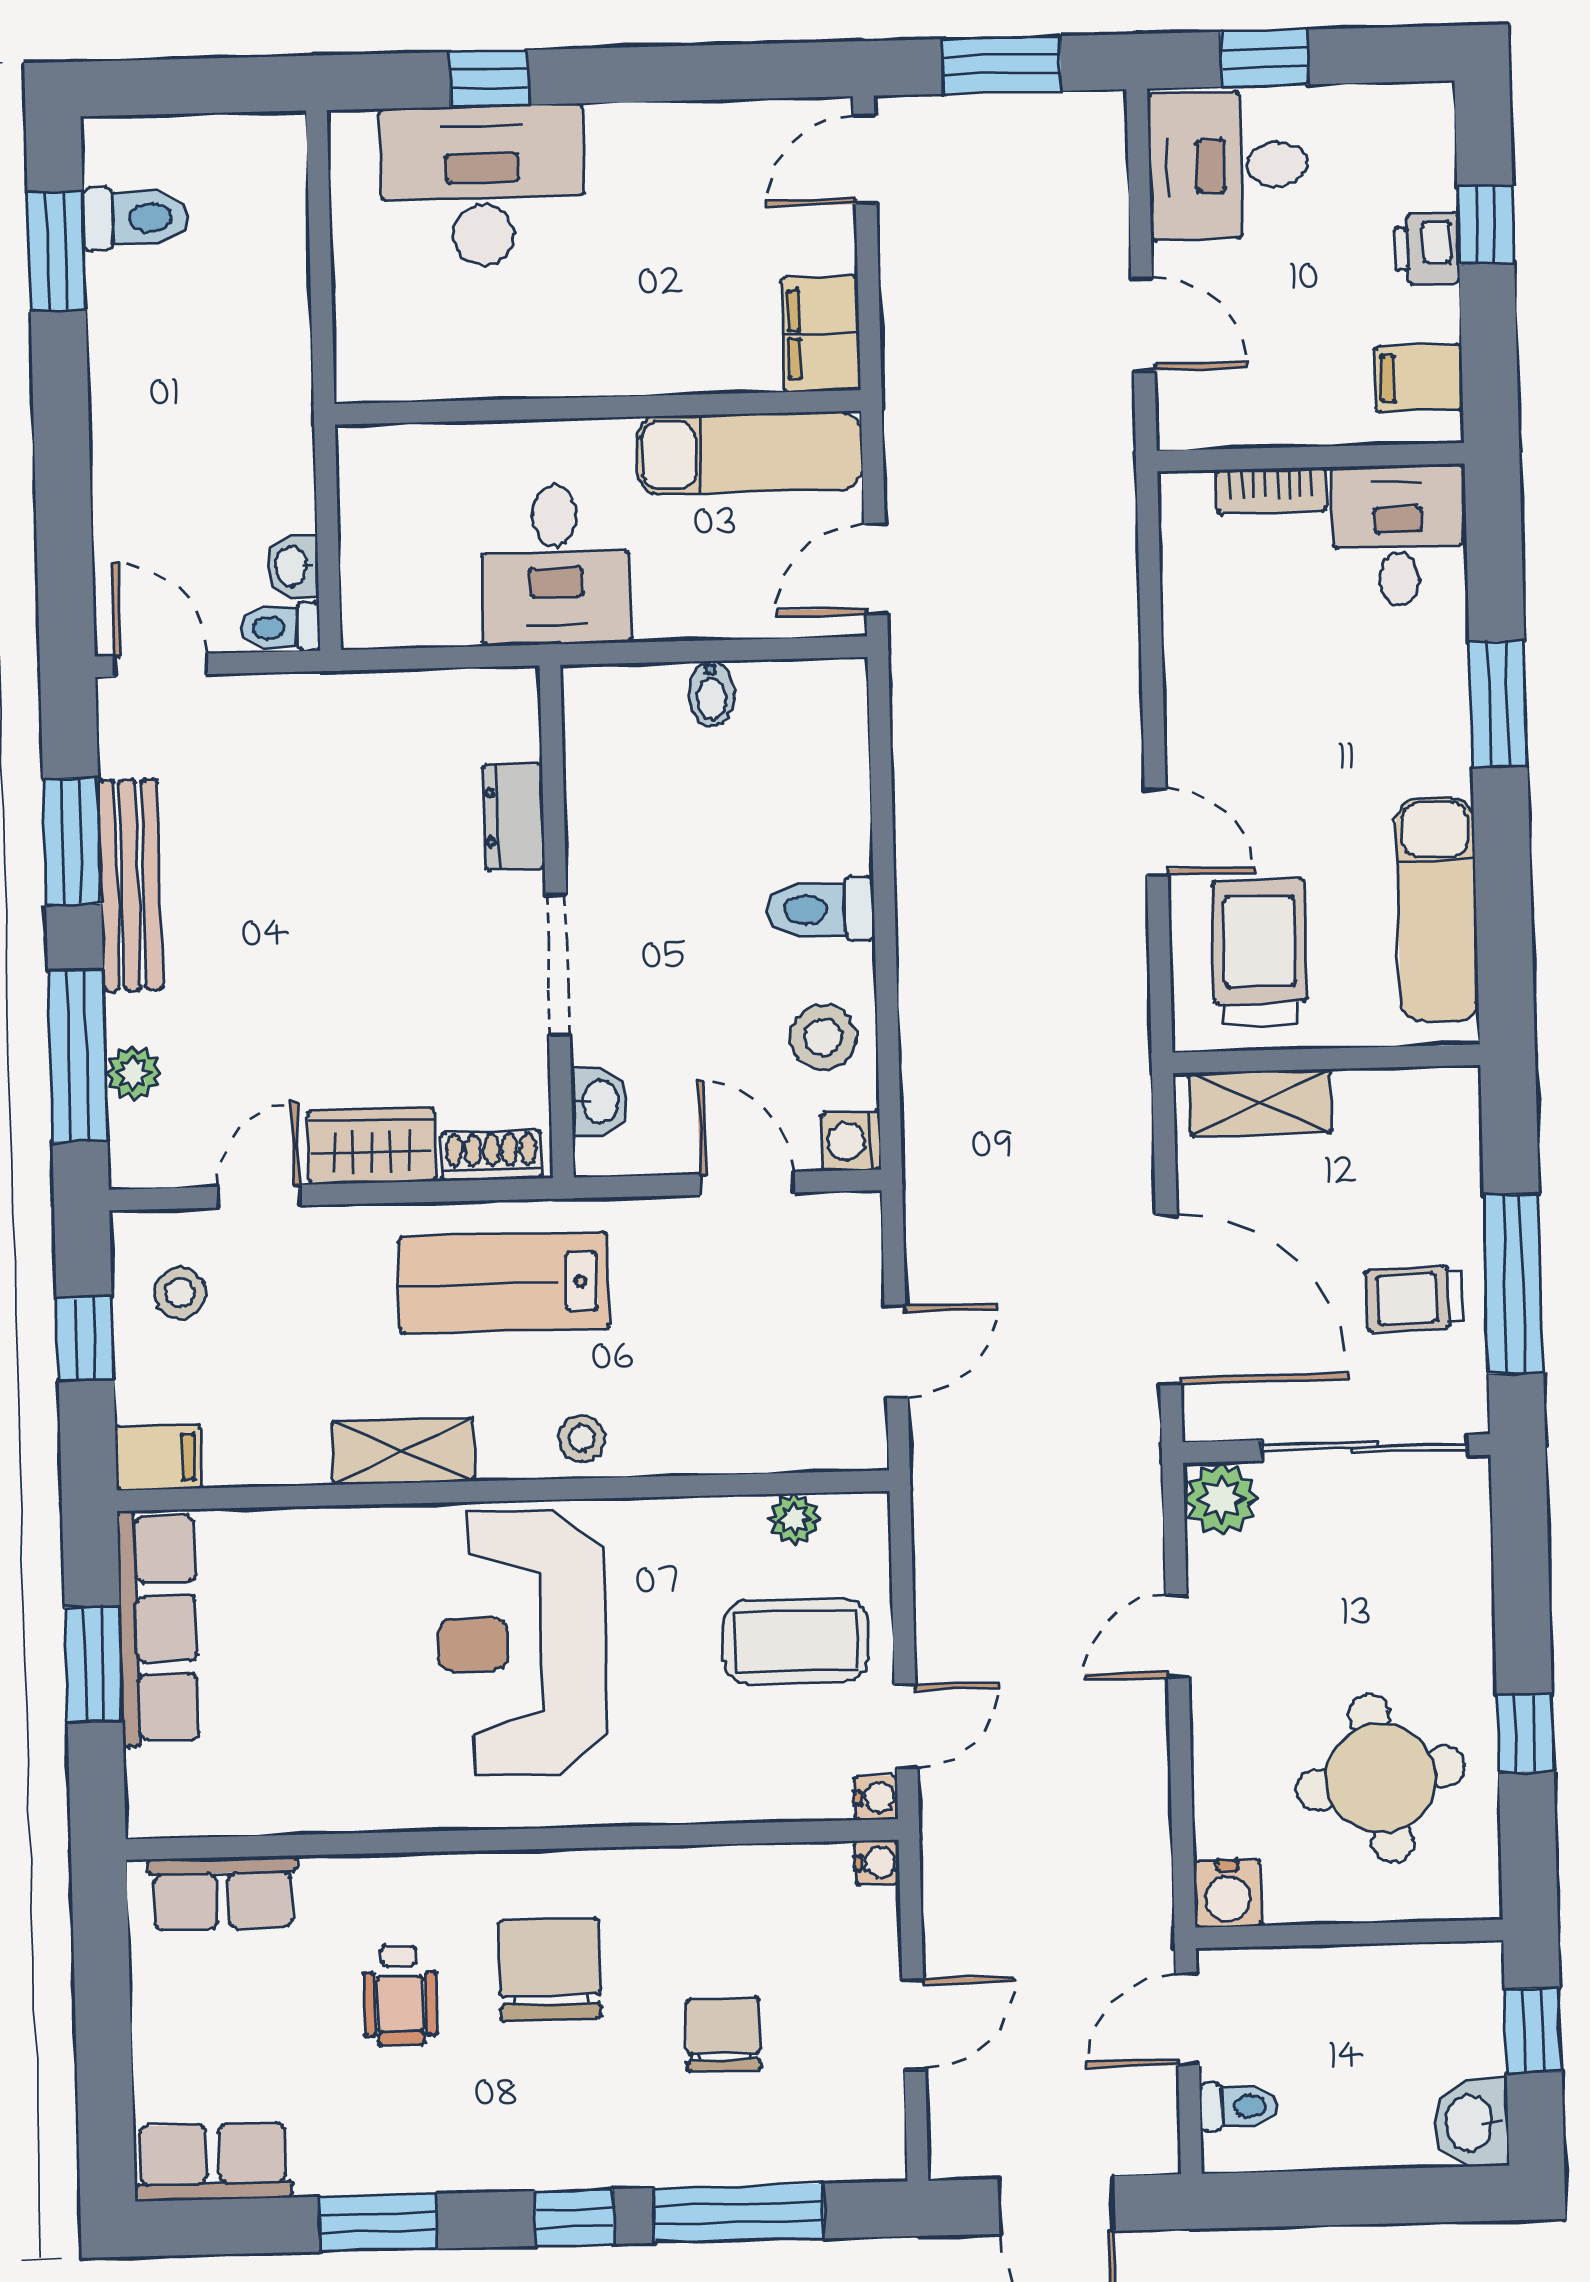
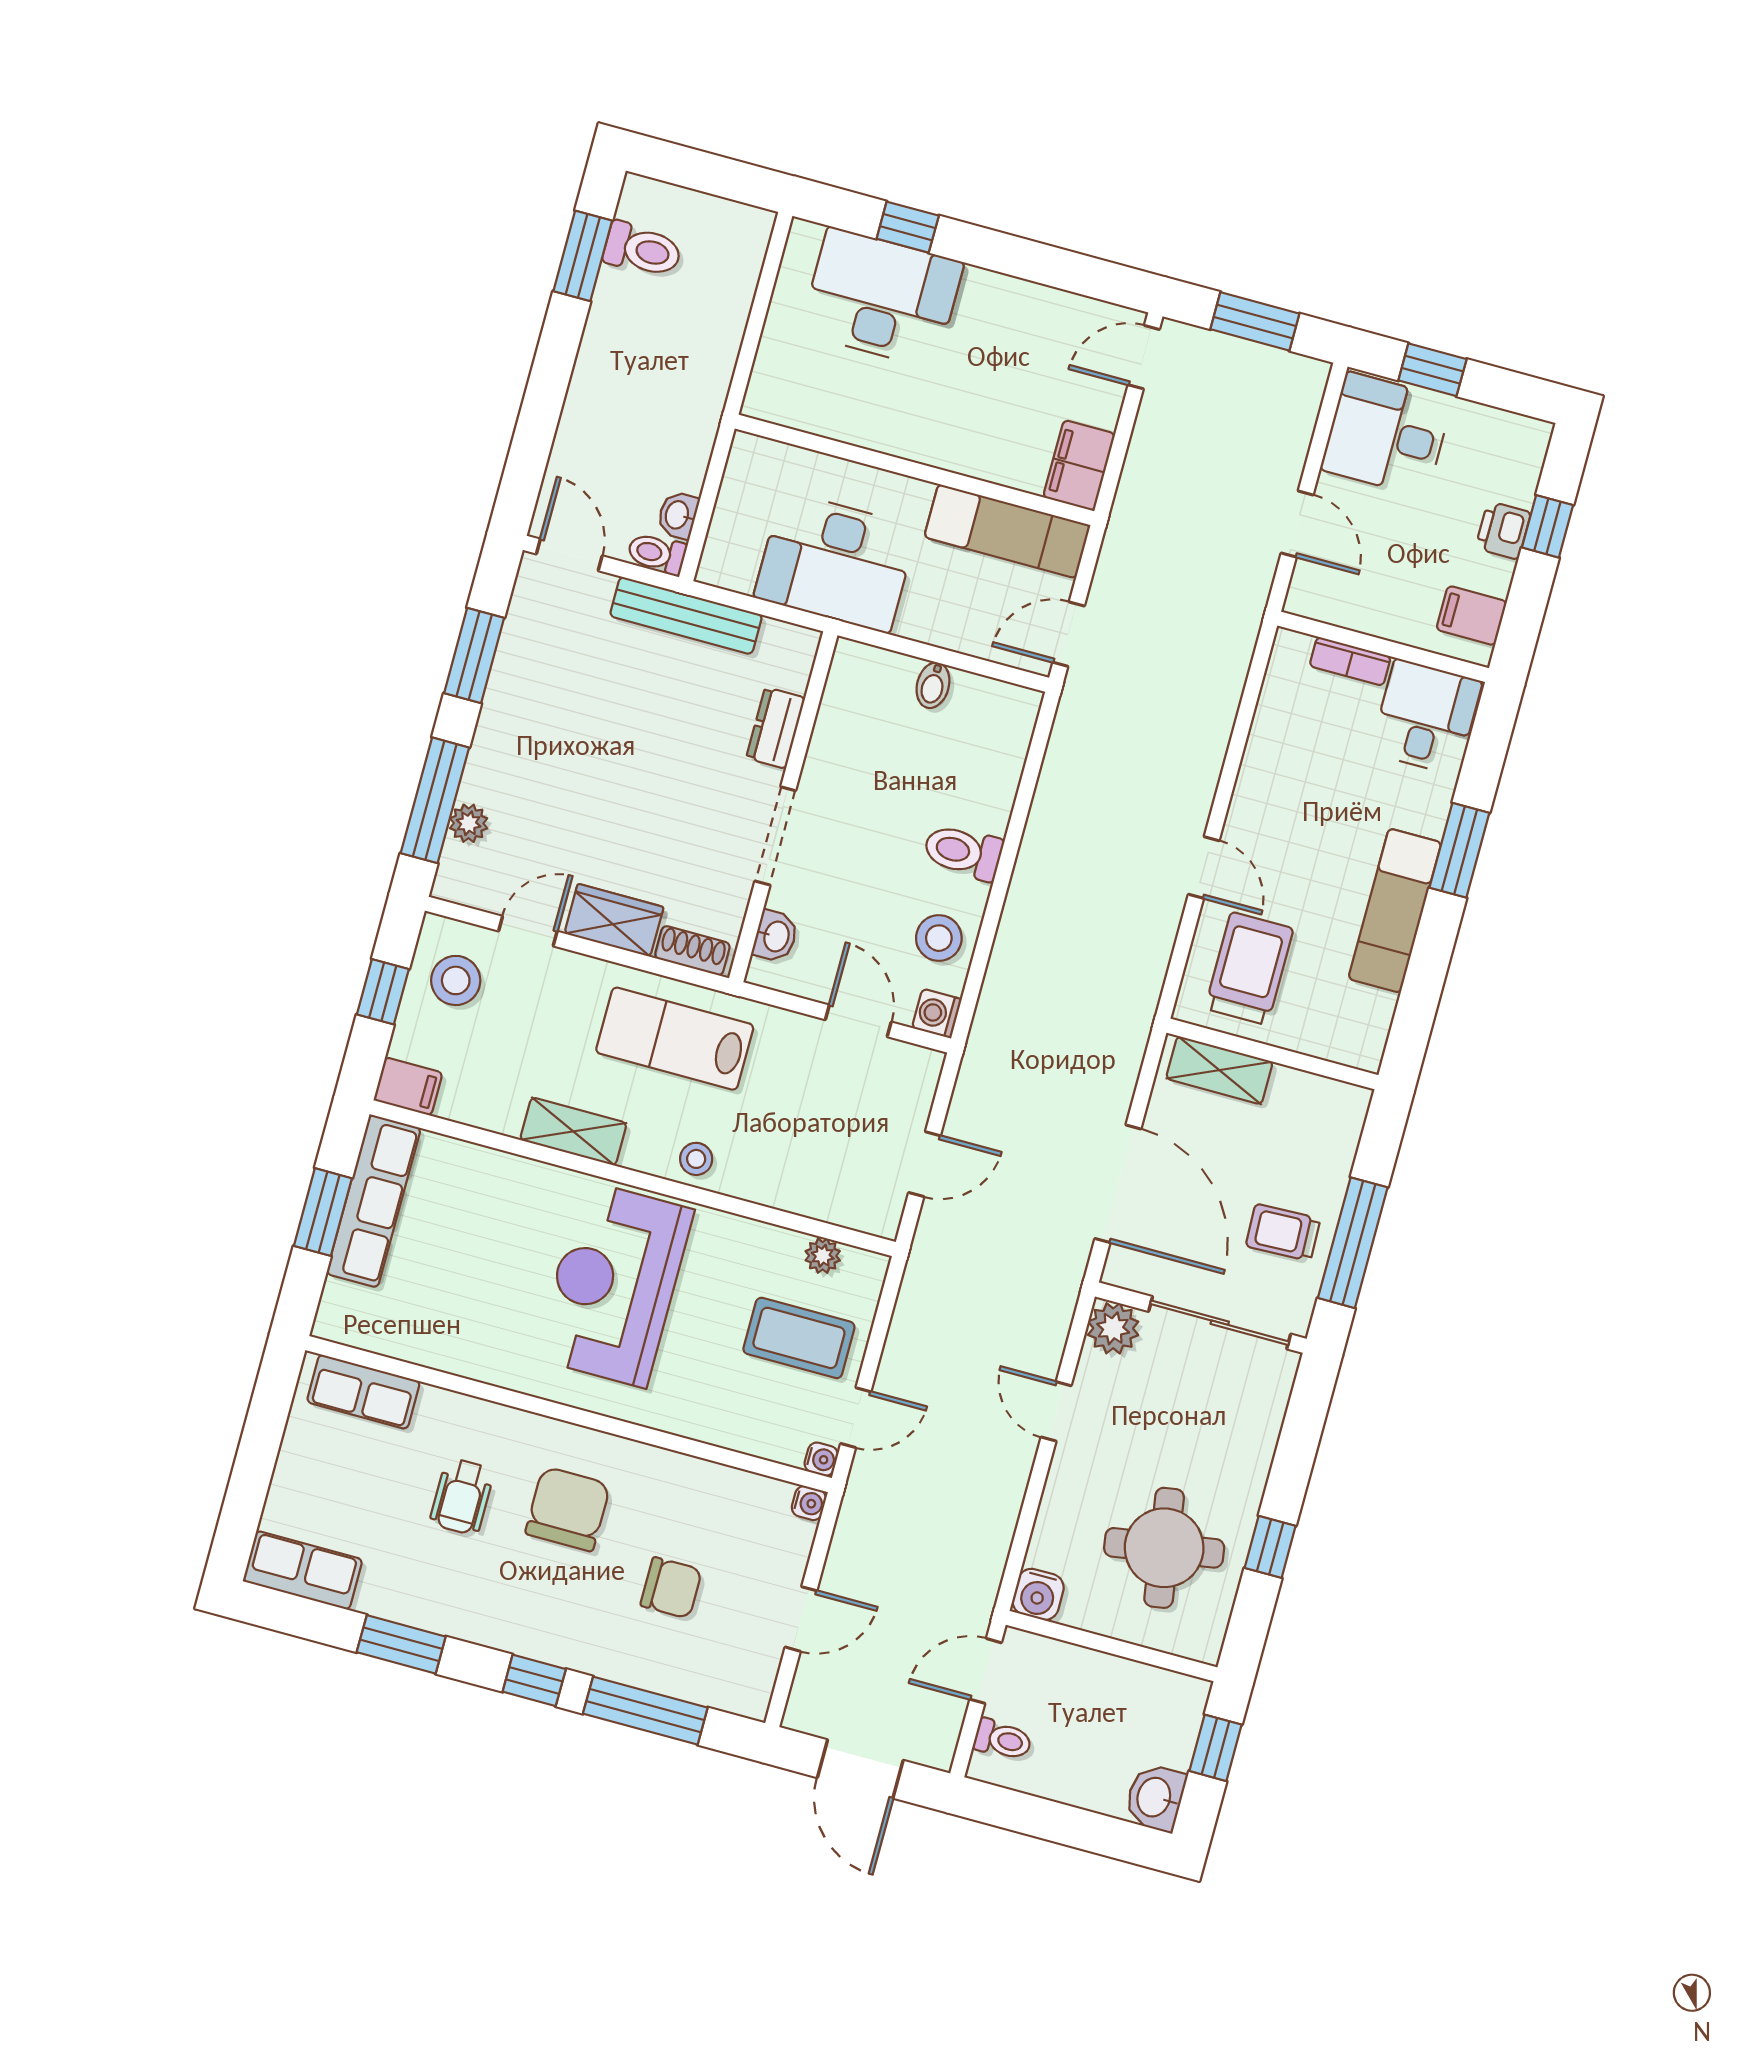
desk: (556, 565) -> (836, 562), width x1.37
bench: (130, 885) -> (686, 616), moved, turned 90
exam couch: (1437, 910) -> (1395, 911), moved
stool: (180, 1293) -> (456, 980), width x1.37, depth x1.37
door: (1177, 1636) -> (1056, 1411), hinge flipped
chair: (724, 2035) -> (671, 1588), turned 90

